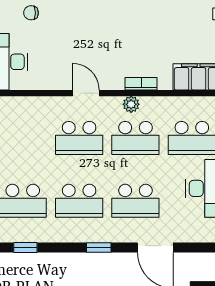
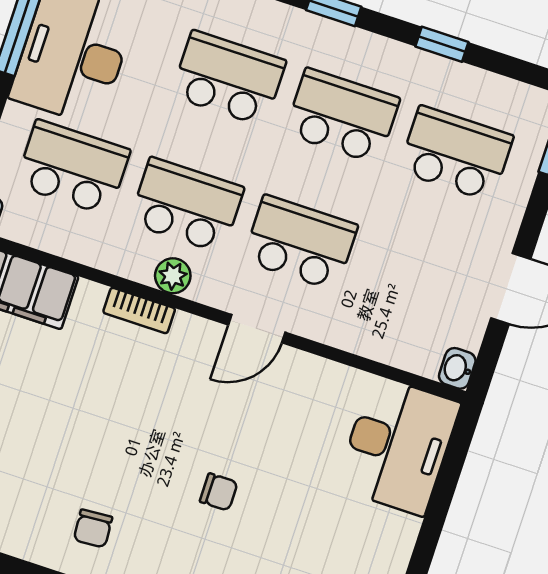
chair: (31, 13) -> (219, 492), moved
door: (86, 93) -> (257, 329), hinge flipped
window: (25, 248) -> (442, 44), moved

